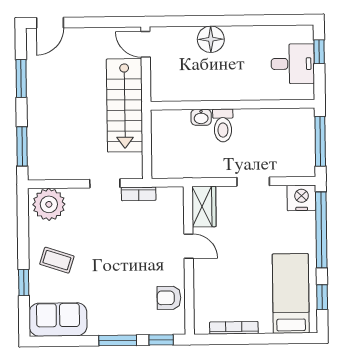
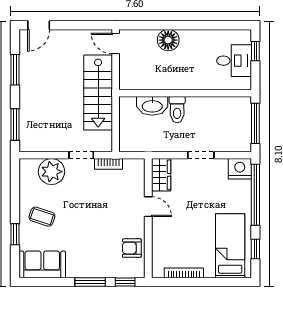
washbasin: (201, 117) -> (152, 106), width x1.91, depth x1.45
plant: (49, 204) -> (52, 172), moved

